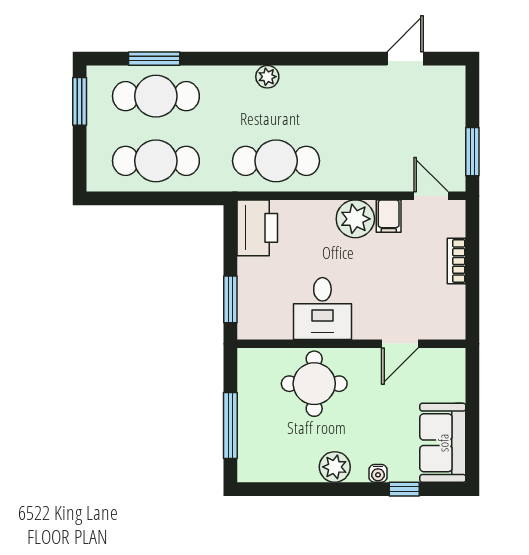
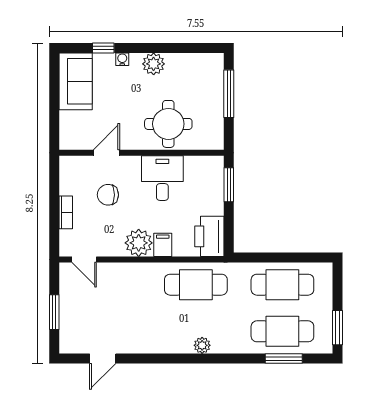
window: (472, 152) -> (54, 312), moved
filing cabinet: (389, 216) -> (163, 245), moved
chair: (398, 285) -> (108, 195), added

